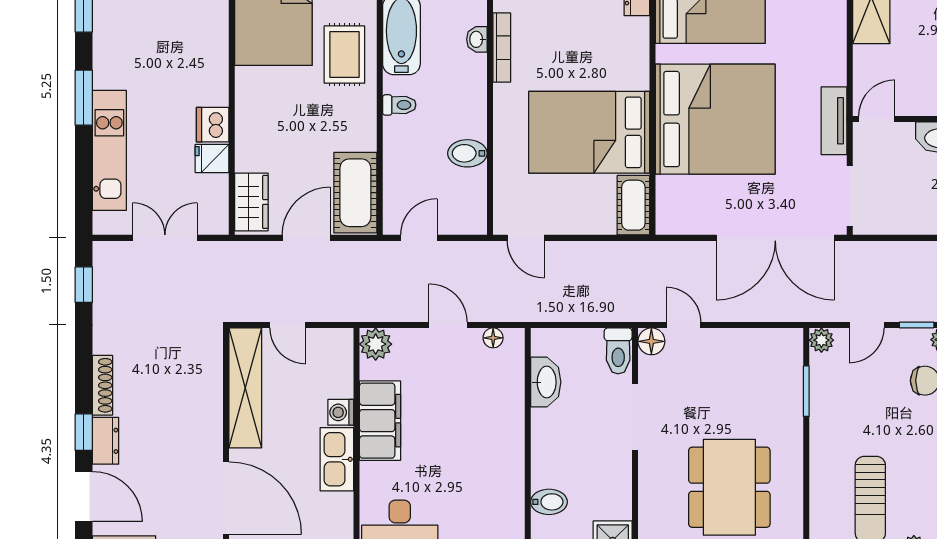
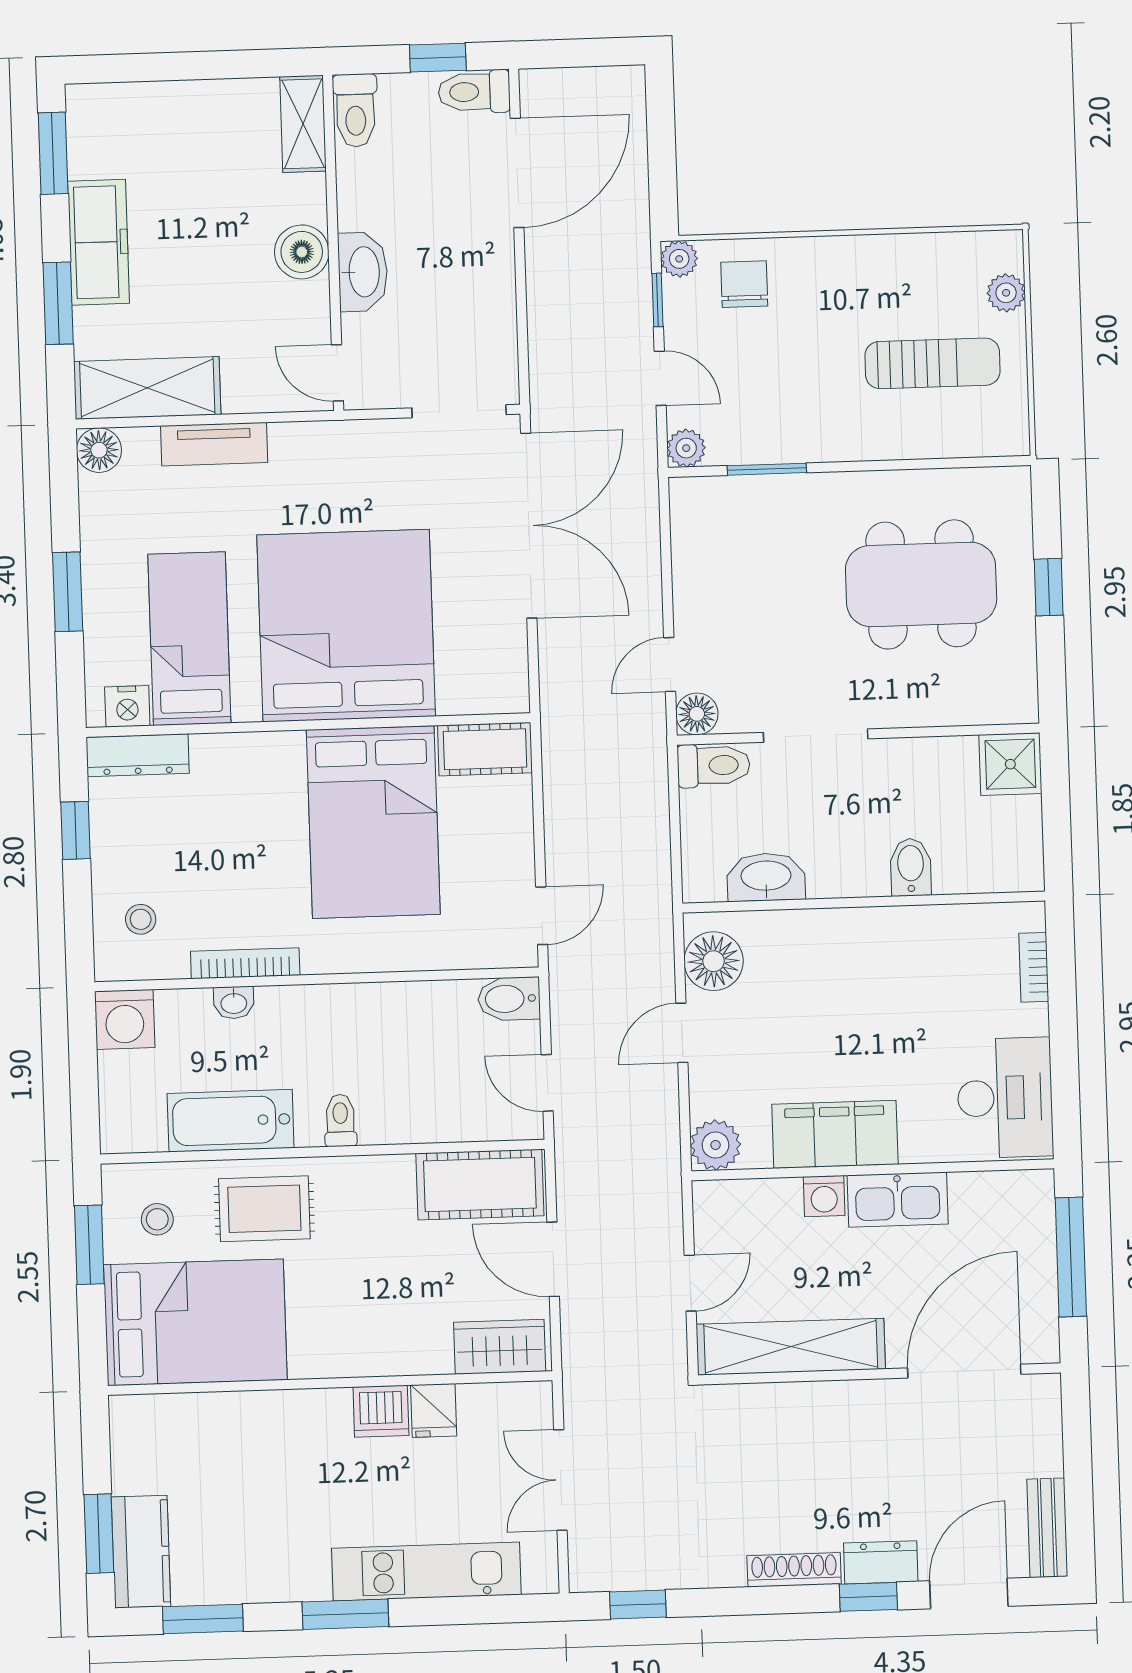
tv unit: (834, 121) -> (214, 444), moved
bidet: (467, 153) -> (509, 999), moved, turned 90
floor lamp: (493, 338) -> (714, 961), width x1.89, depth x1.89
bidet: (549, 502) -> (911, 867), moved

